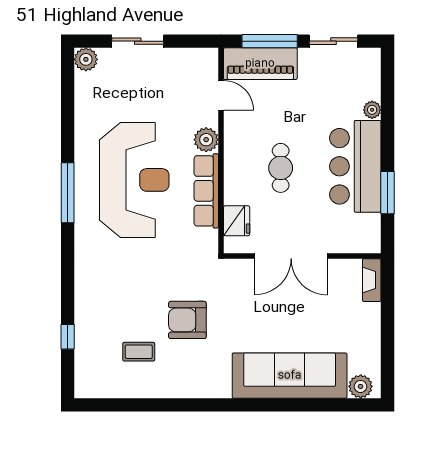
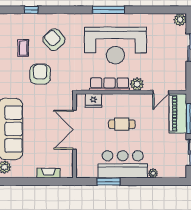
fireplace: (372, 280) -> (48, 173), moved
armchair: (123, 294) -> (54, 40), added

